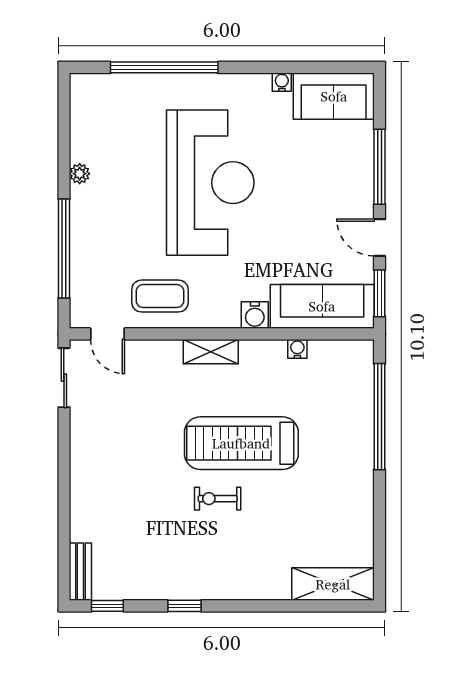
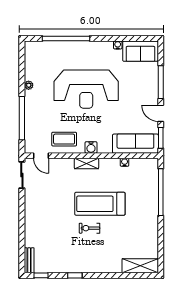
reception desk: (210, 183) -> (86, 89), turned 90
water cooler: (255, 315) -> (91, 147), moved

